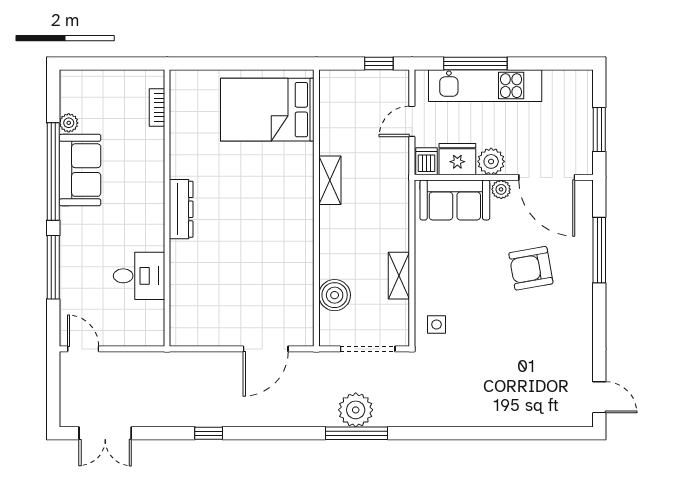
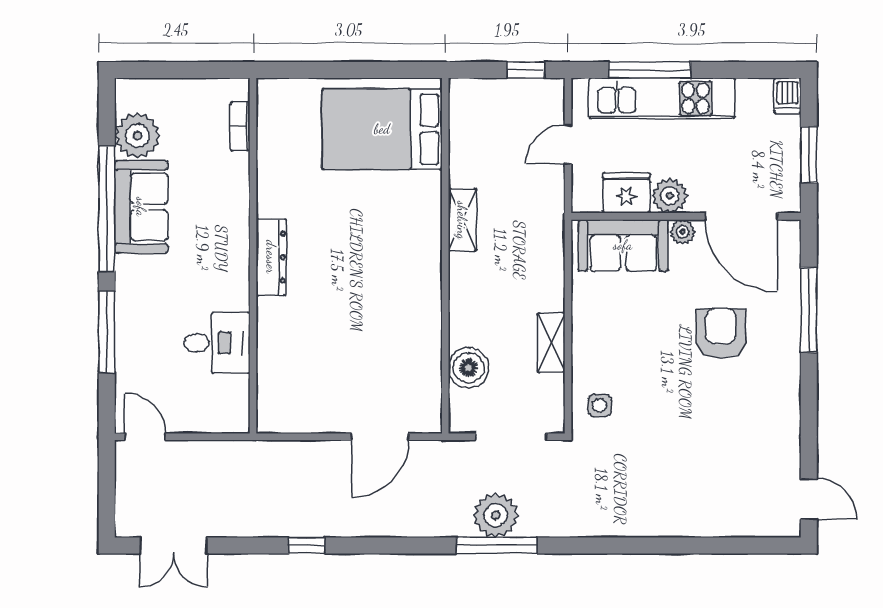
plant: (69, 123) -> (137, 136), width x1.88, depth x1.88
dishwasher: (426, 161) -> (787, 95), moved, turned 180
armchair: (531, 268) -> (721, 333), turned 100

